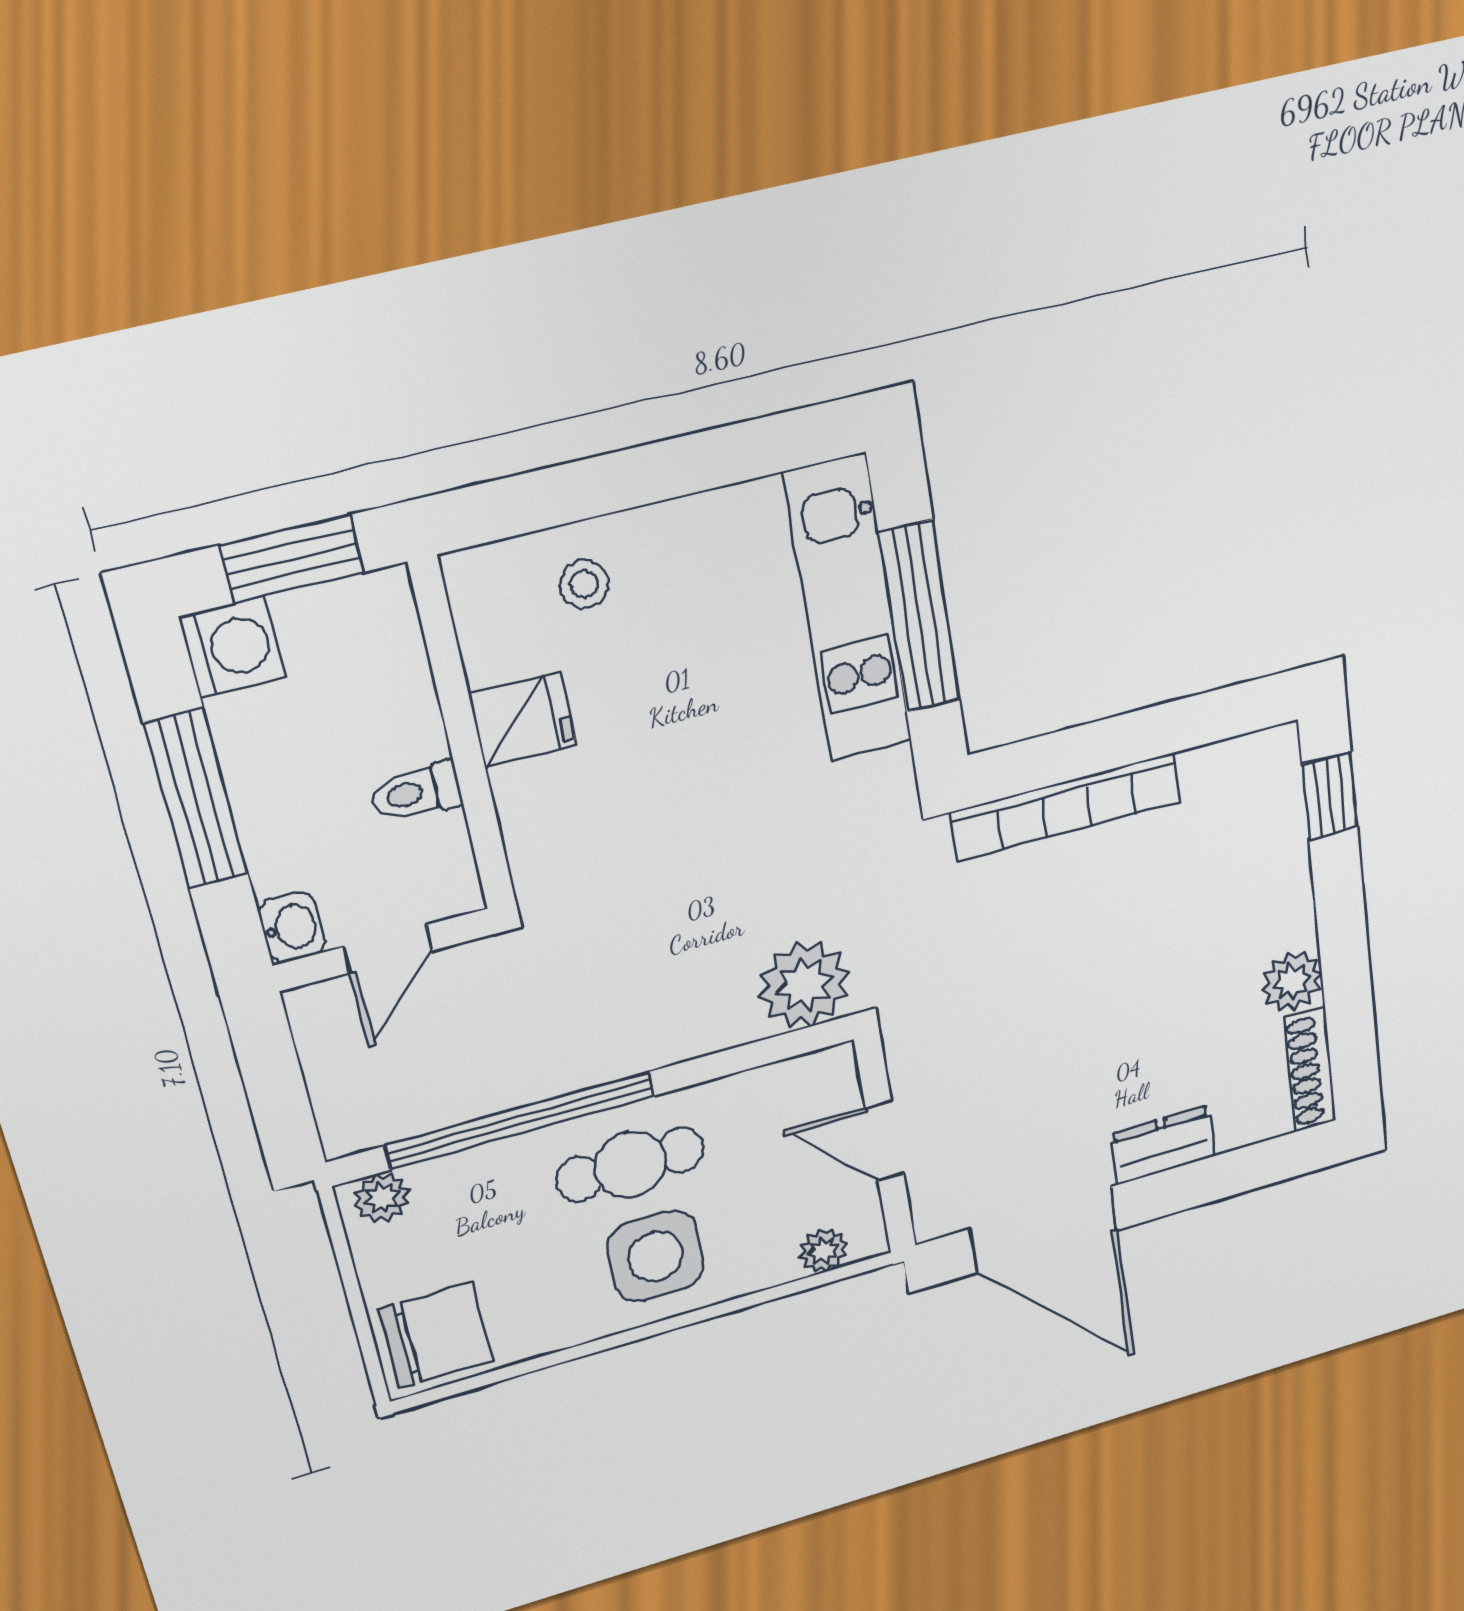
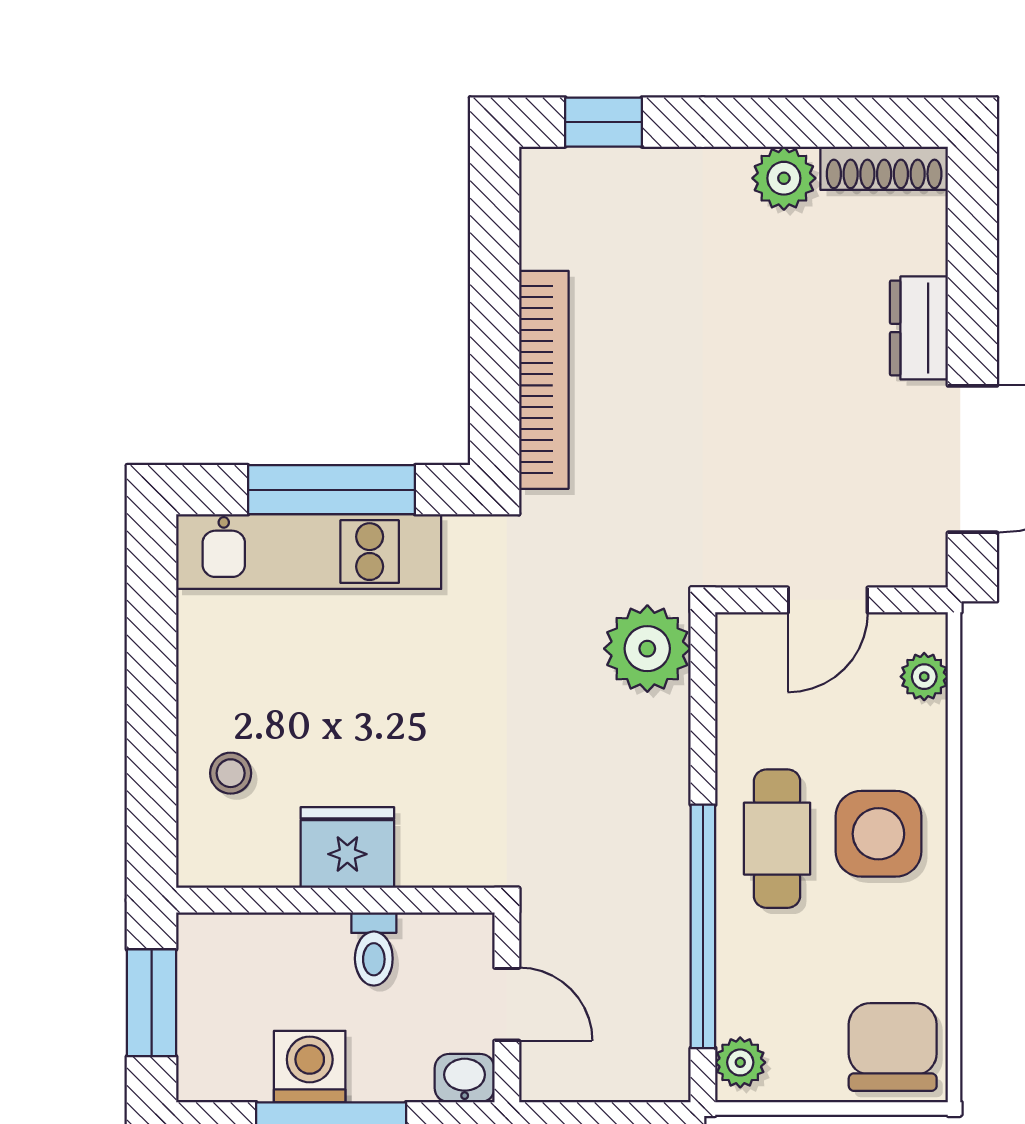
washing machine: (233, 647) -> (310, 1067), moved
fridge: (523, 720) -> (347, 848), width x1.38

